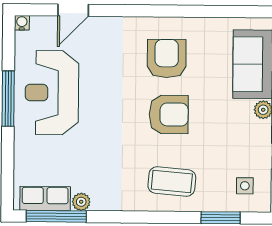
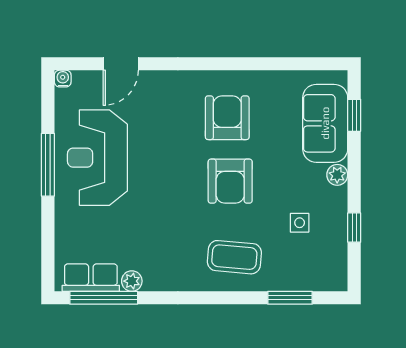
armchair: (169, 114) -> (230, 181), turned 90
side table: (245, 186) -> (300, 223), moved

